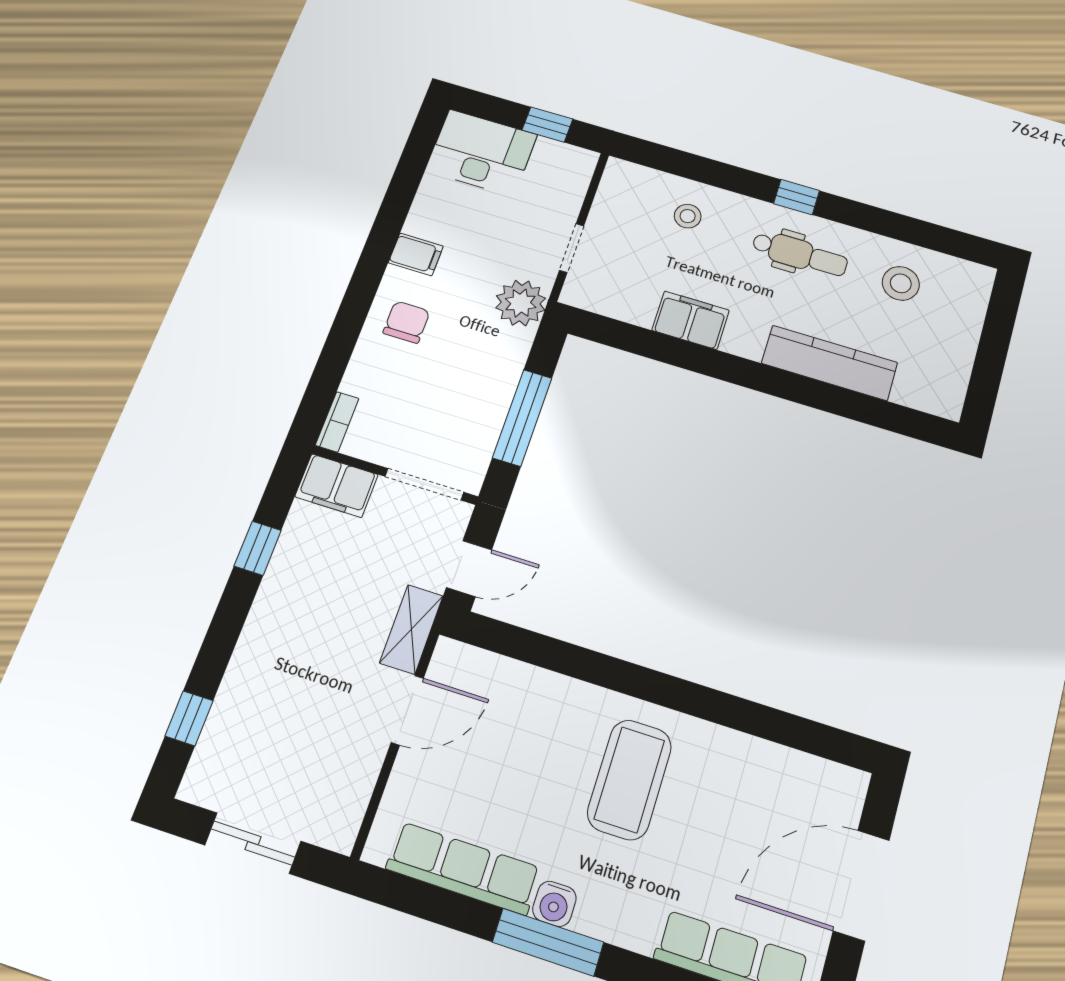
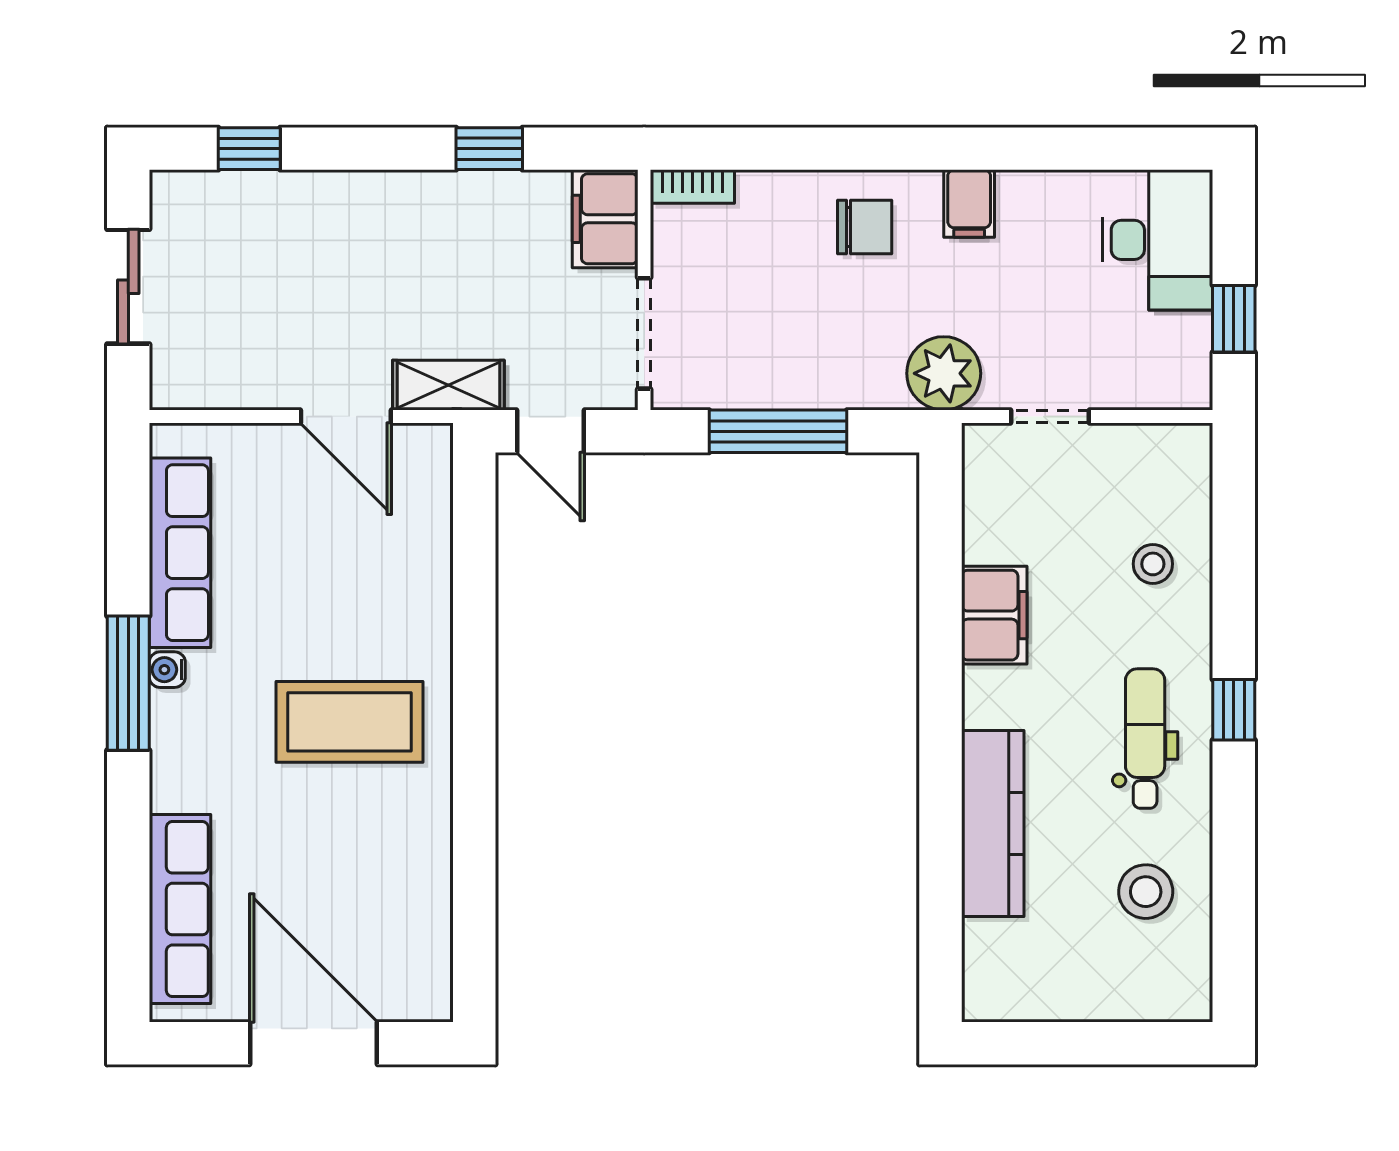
dental chair: (800, 254) -> (1145, 738), turned 180
water cooler: (554, 904) -> (167, 670), width x0.72, depth x0.72

